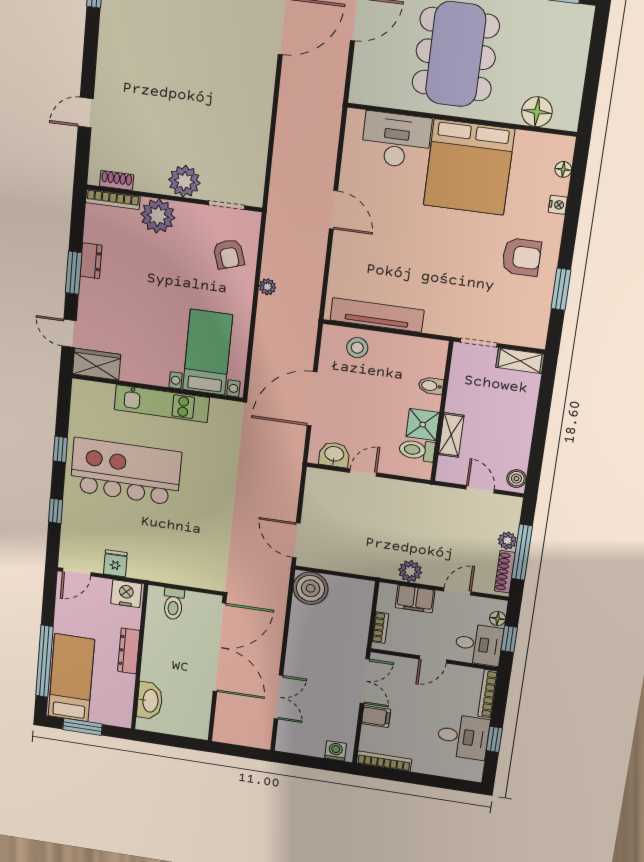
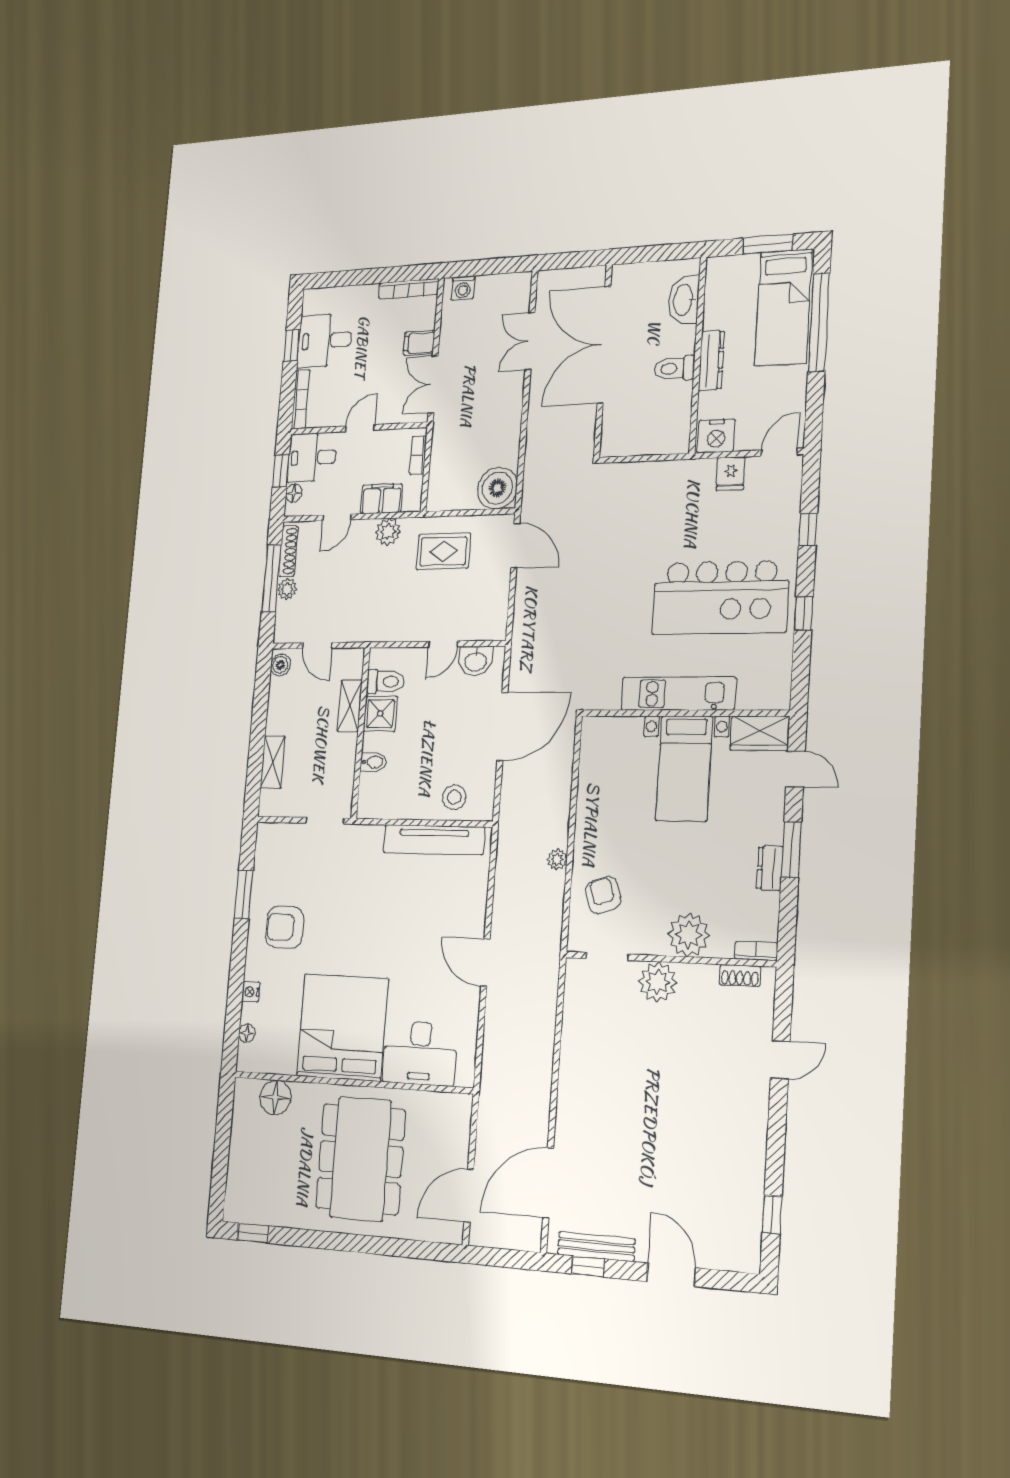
bookcase: (113, 199) -> (756, 951), width x0.64
bed with nightstands: (208, 352) -> (684, 768), moved
shelving: (520, 361) -> (273, 762), moved, turned 90
rug: (360, 547) -> (443, 551), added
toilet: (173, 604) -> (674, 368), moved, turned -90
double door: (219, 647) -> (604, 345), moved

